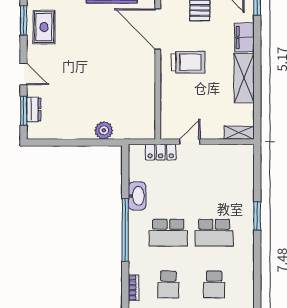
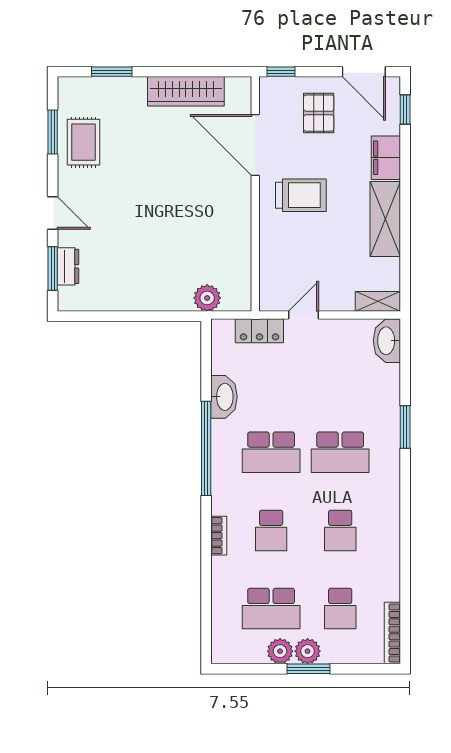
plant: (104, 130) -> (207, 298), moved
washbasin: (245, 159) -> (387, 341), added

